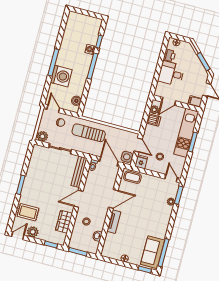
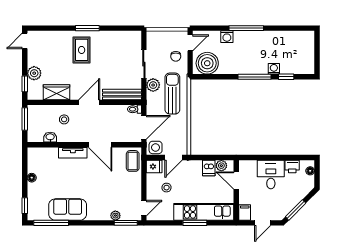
washing machine: (61, 76) -> (227, 37), width x0.53, depth x0.53
boiler: (76, 101) -> (207, 63), width x1.86, depth x1.86
plant: (42, 136) -> (153, 85), moved
door: (78, 199) -> (89, 102), hinge flipped
rug: (28, 212) -> (82, 50), moved
plant: (33, 232) -> (34, 73), moved
door: (18, 236) -> (25, 41), swing flipped
sofa: (153, 252) -> (68, 210), moved

